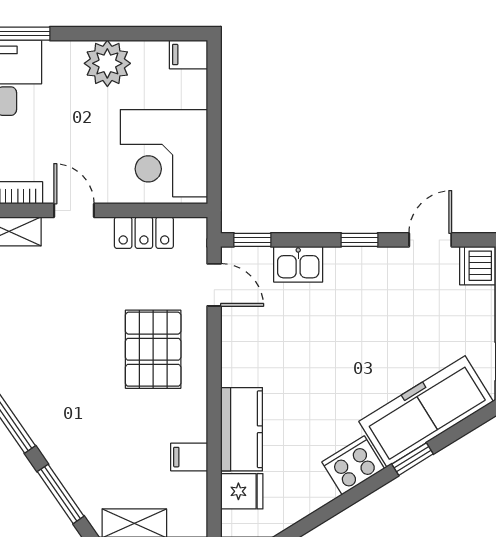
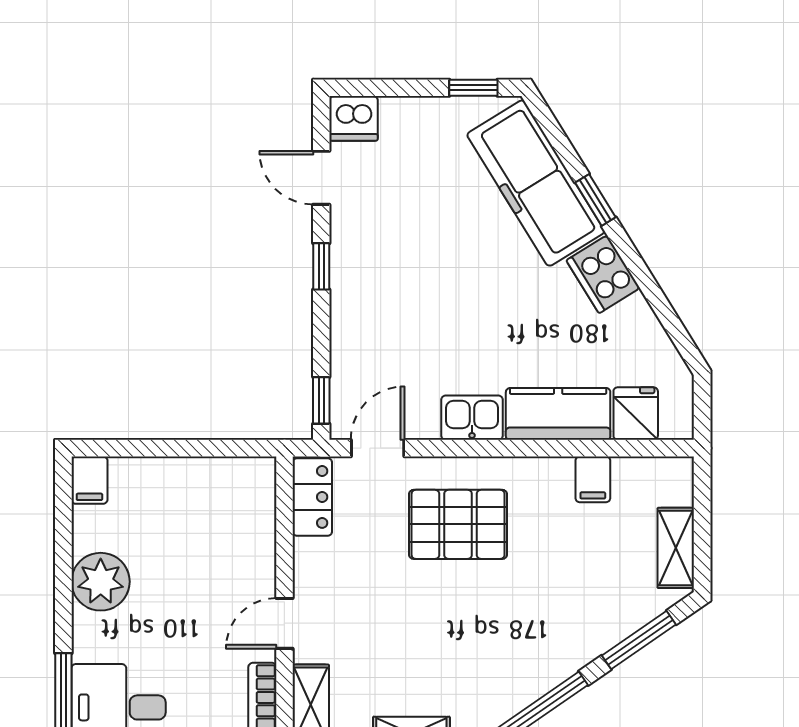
corner desk: (164, 153) -> (213, 511), removed
locker: (144, 233) -> (312, 497), moved
kitchen sink: (298, 264) -> (472, 418), moved, turned -90

